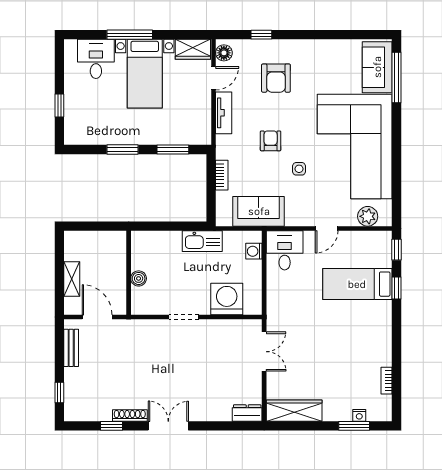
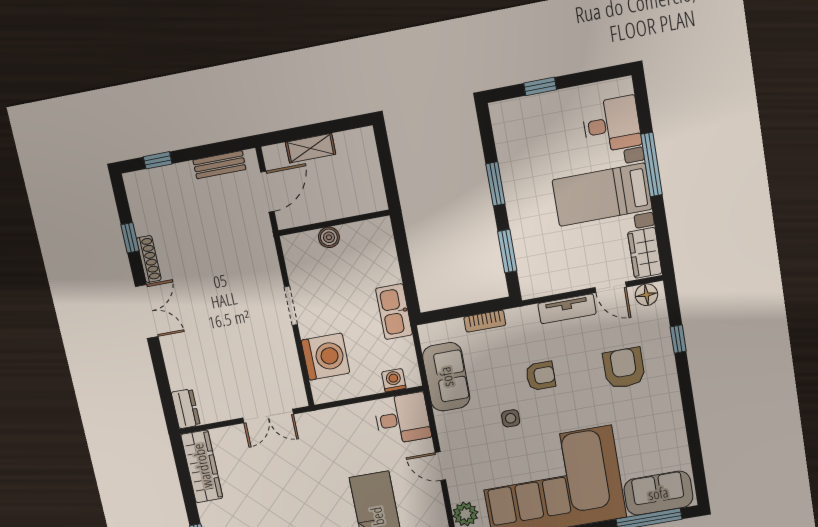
armchair: (276, 78) -> (624, 368), turned 90

